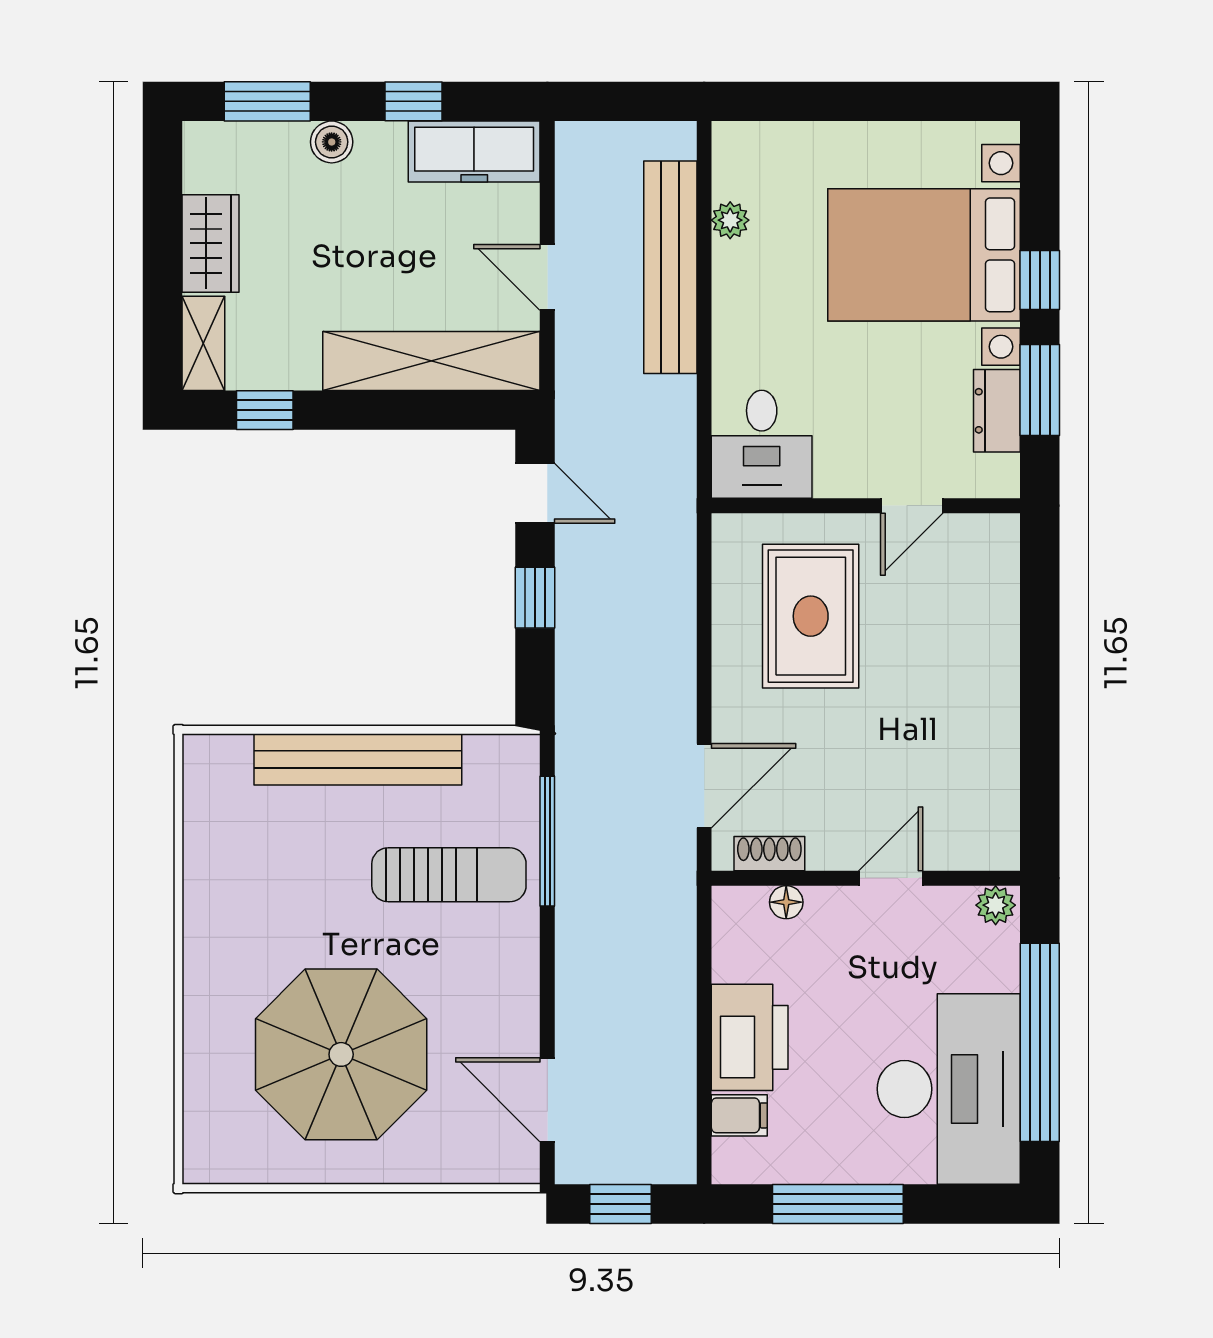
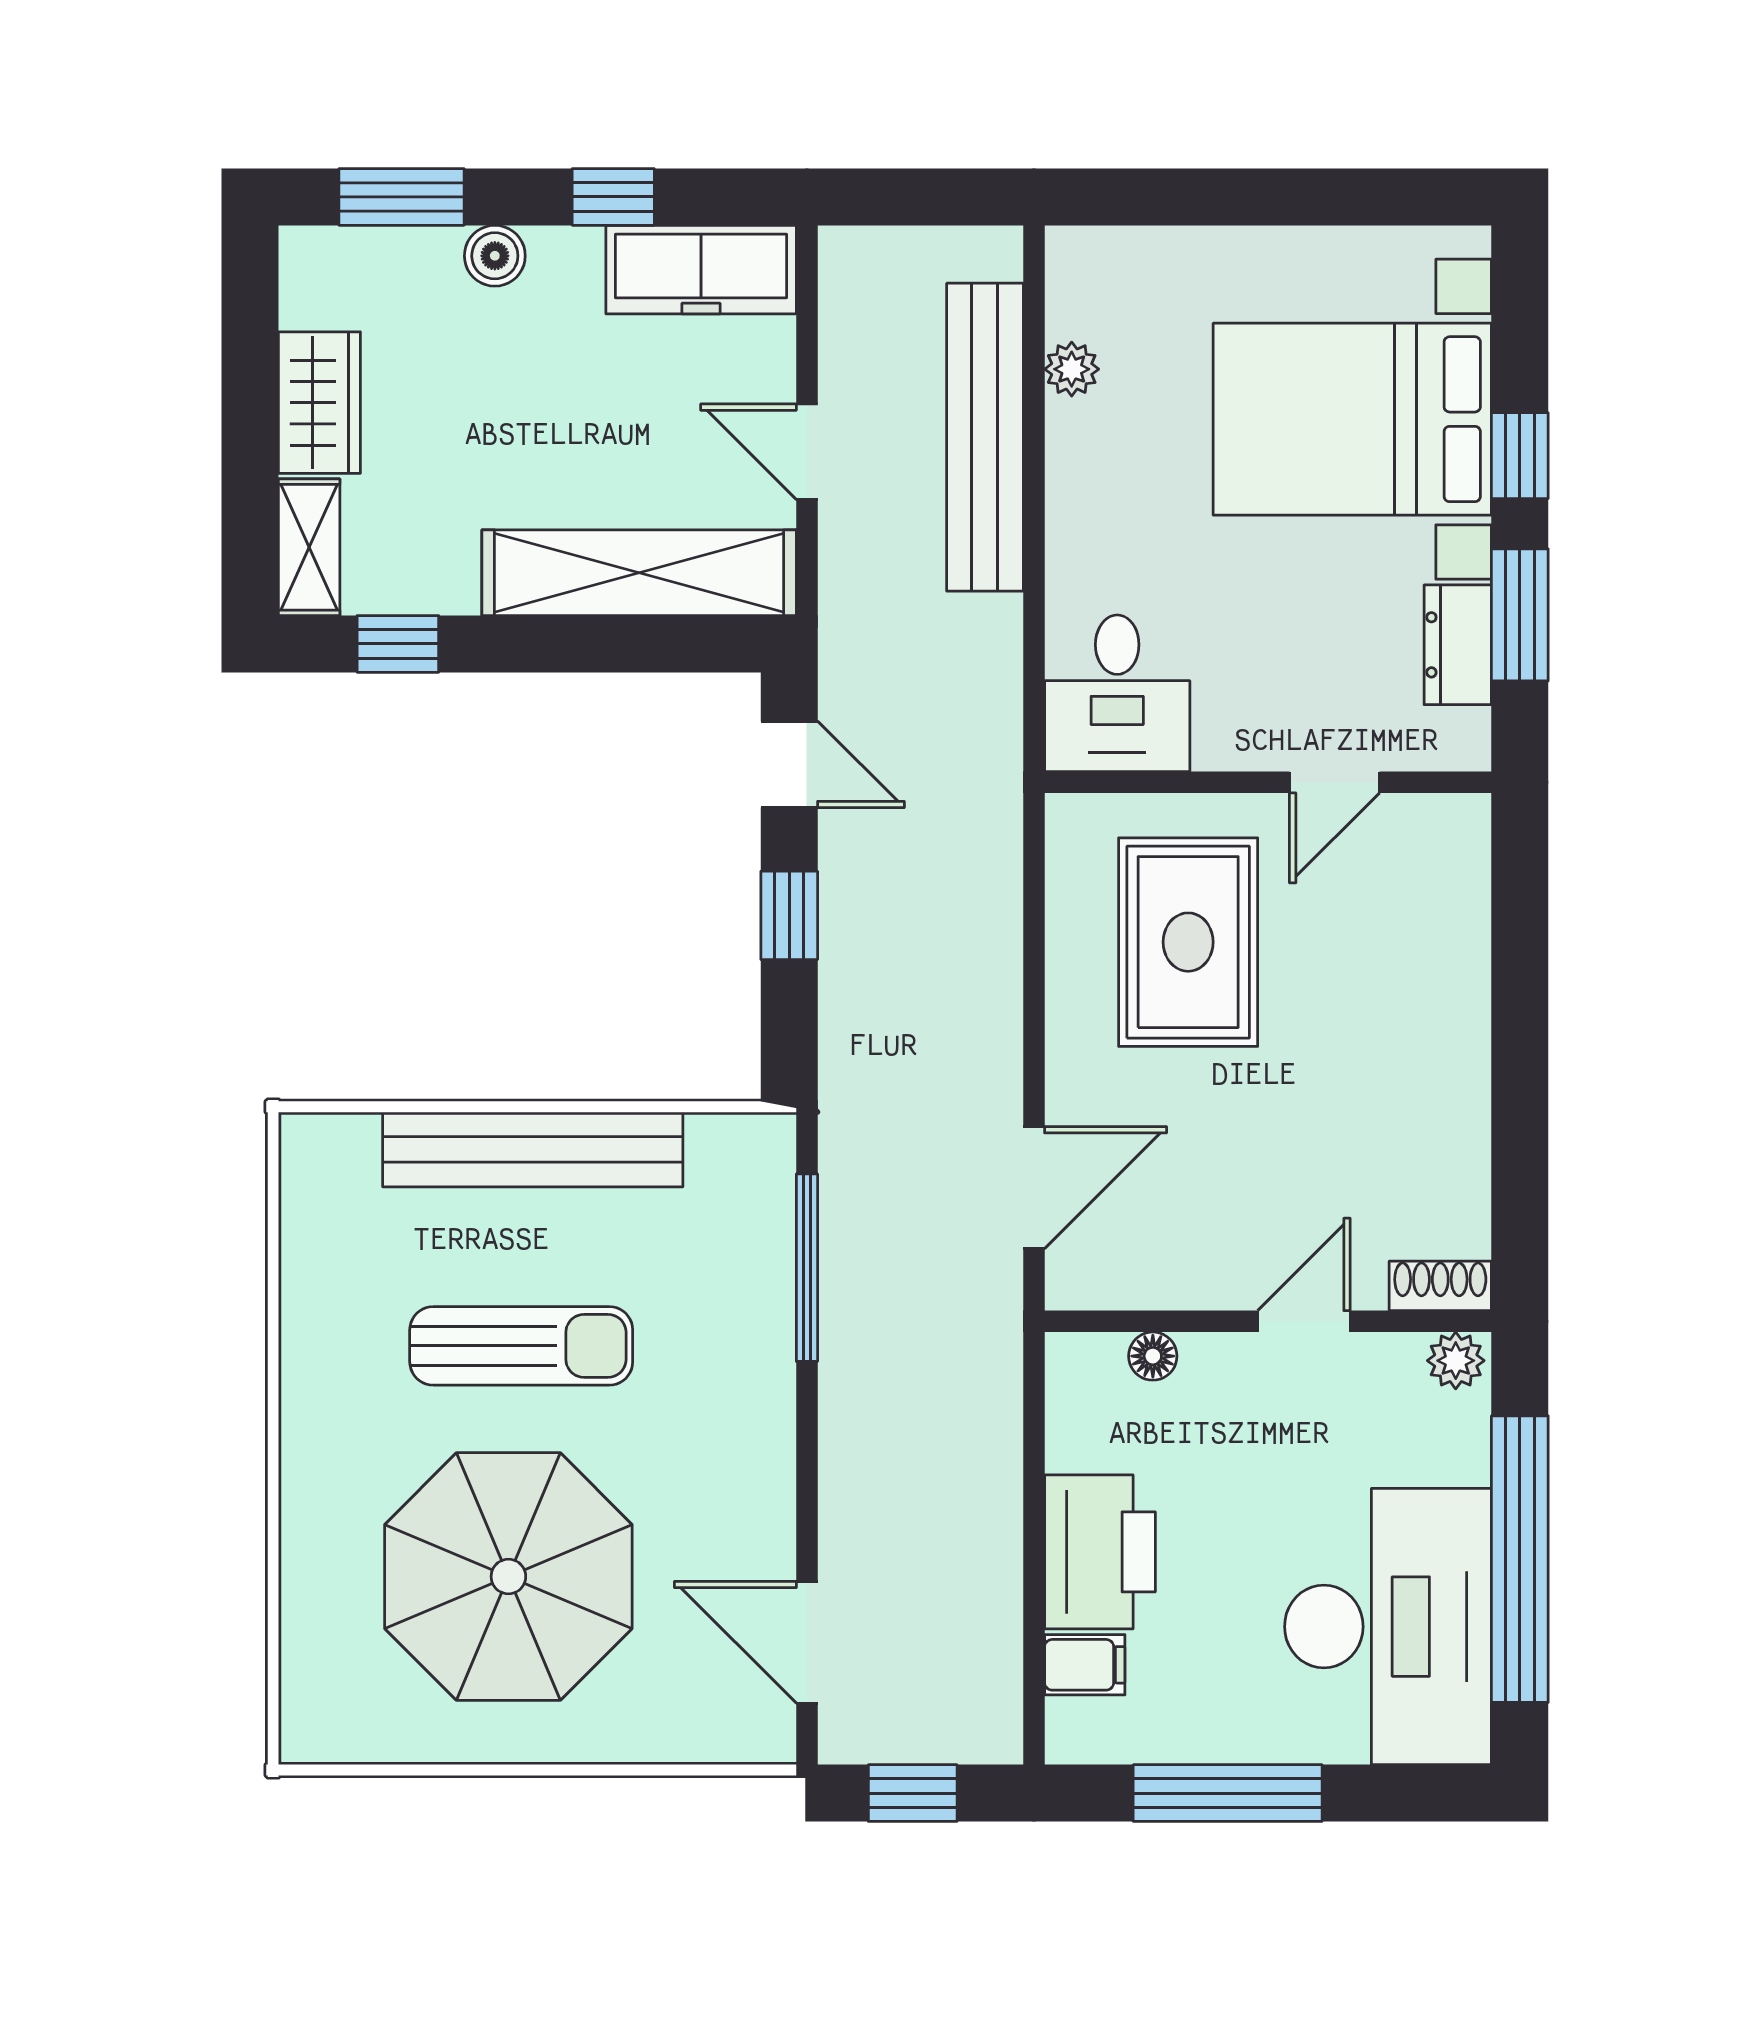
shoe rack: (769, 854) -> (1440, 1286), moved
sun lounger: (449, 875) -> (521, 1346), moved

